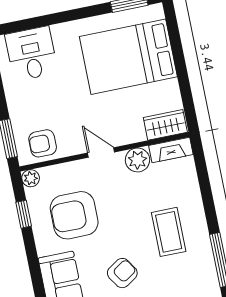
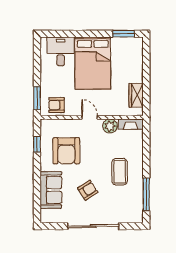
bed: (128, 57) -> (93, 63), moved, turned -90
wardrobe: (165, 125) -> (136, 95), moved, turned -90
plant: (31, 178) -> (45, 124), removed
armchair: (74, 215) -> (66, 151), turned -90

